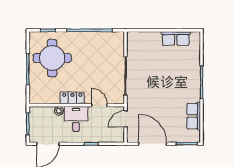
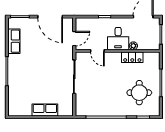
row of seats: (176, 38) -> (45, 110), moved
round table: (52, 58) -> (139, 93), width x0.73, depth x0.73
locker: (72, 98) -> (132, 57), moved

